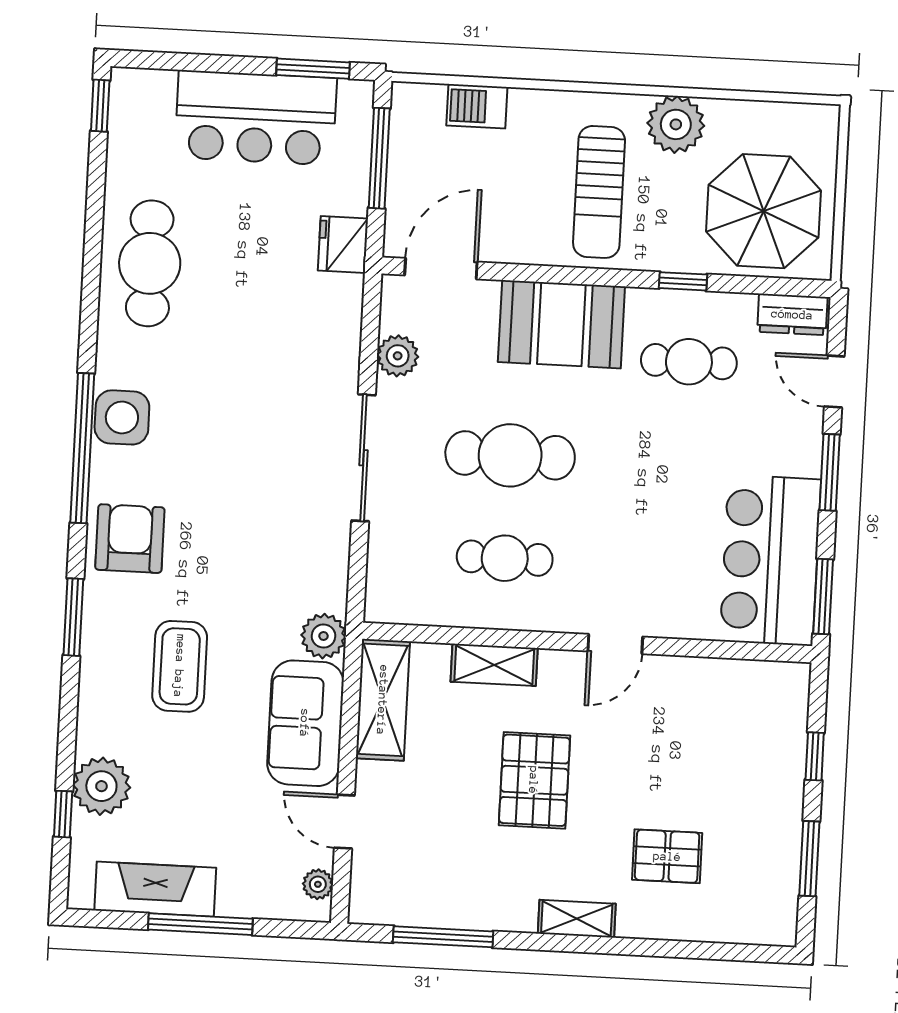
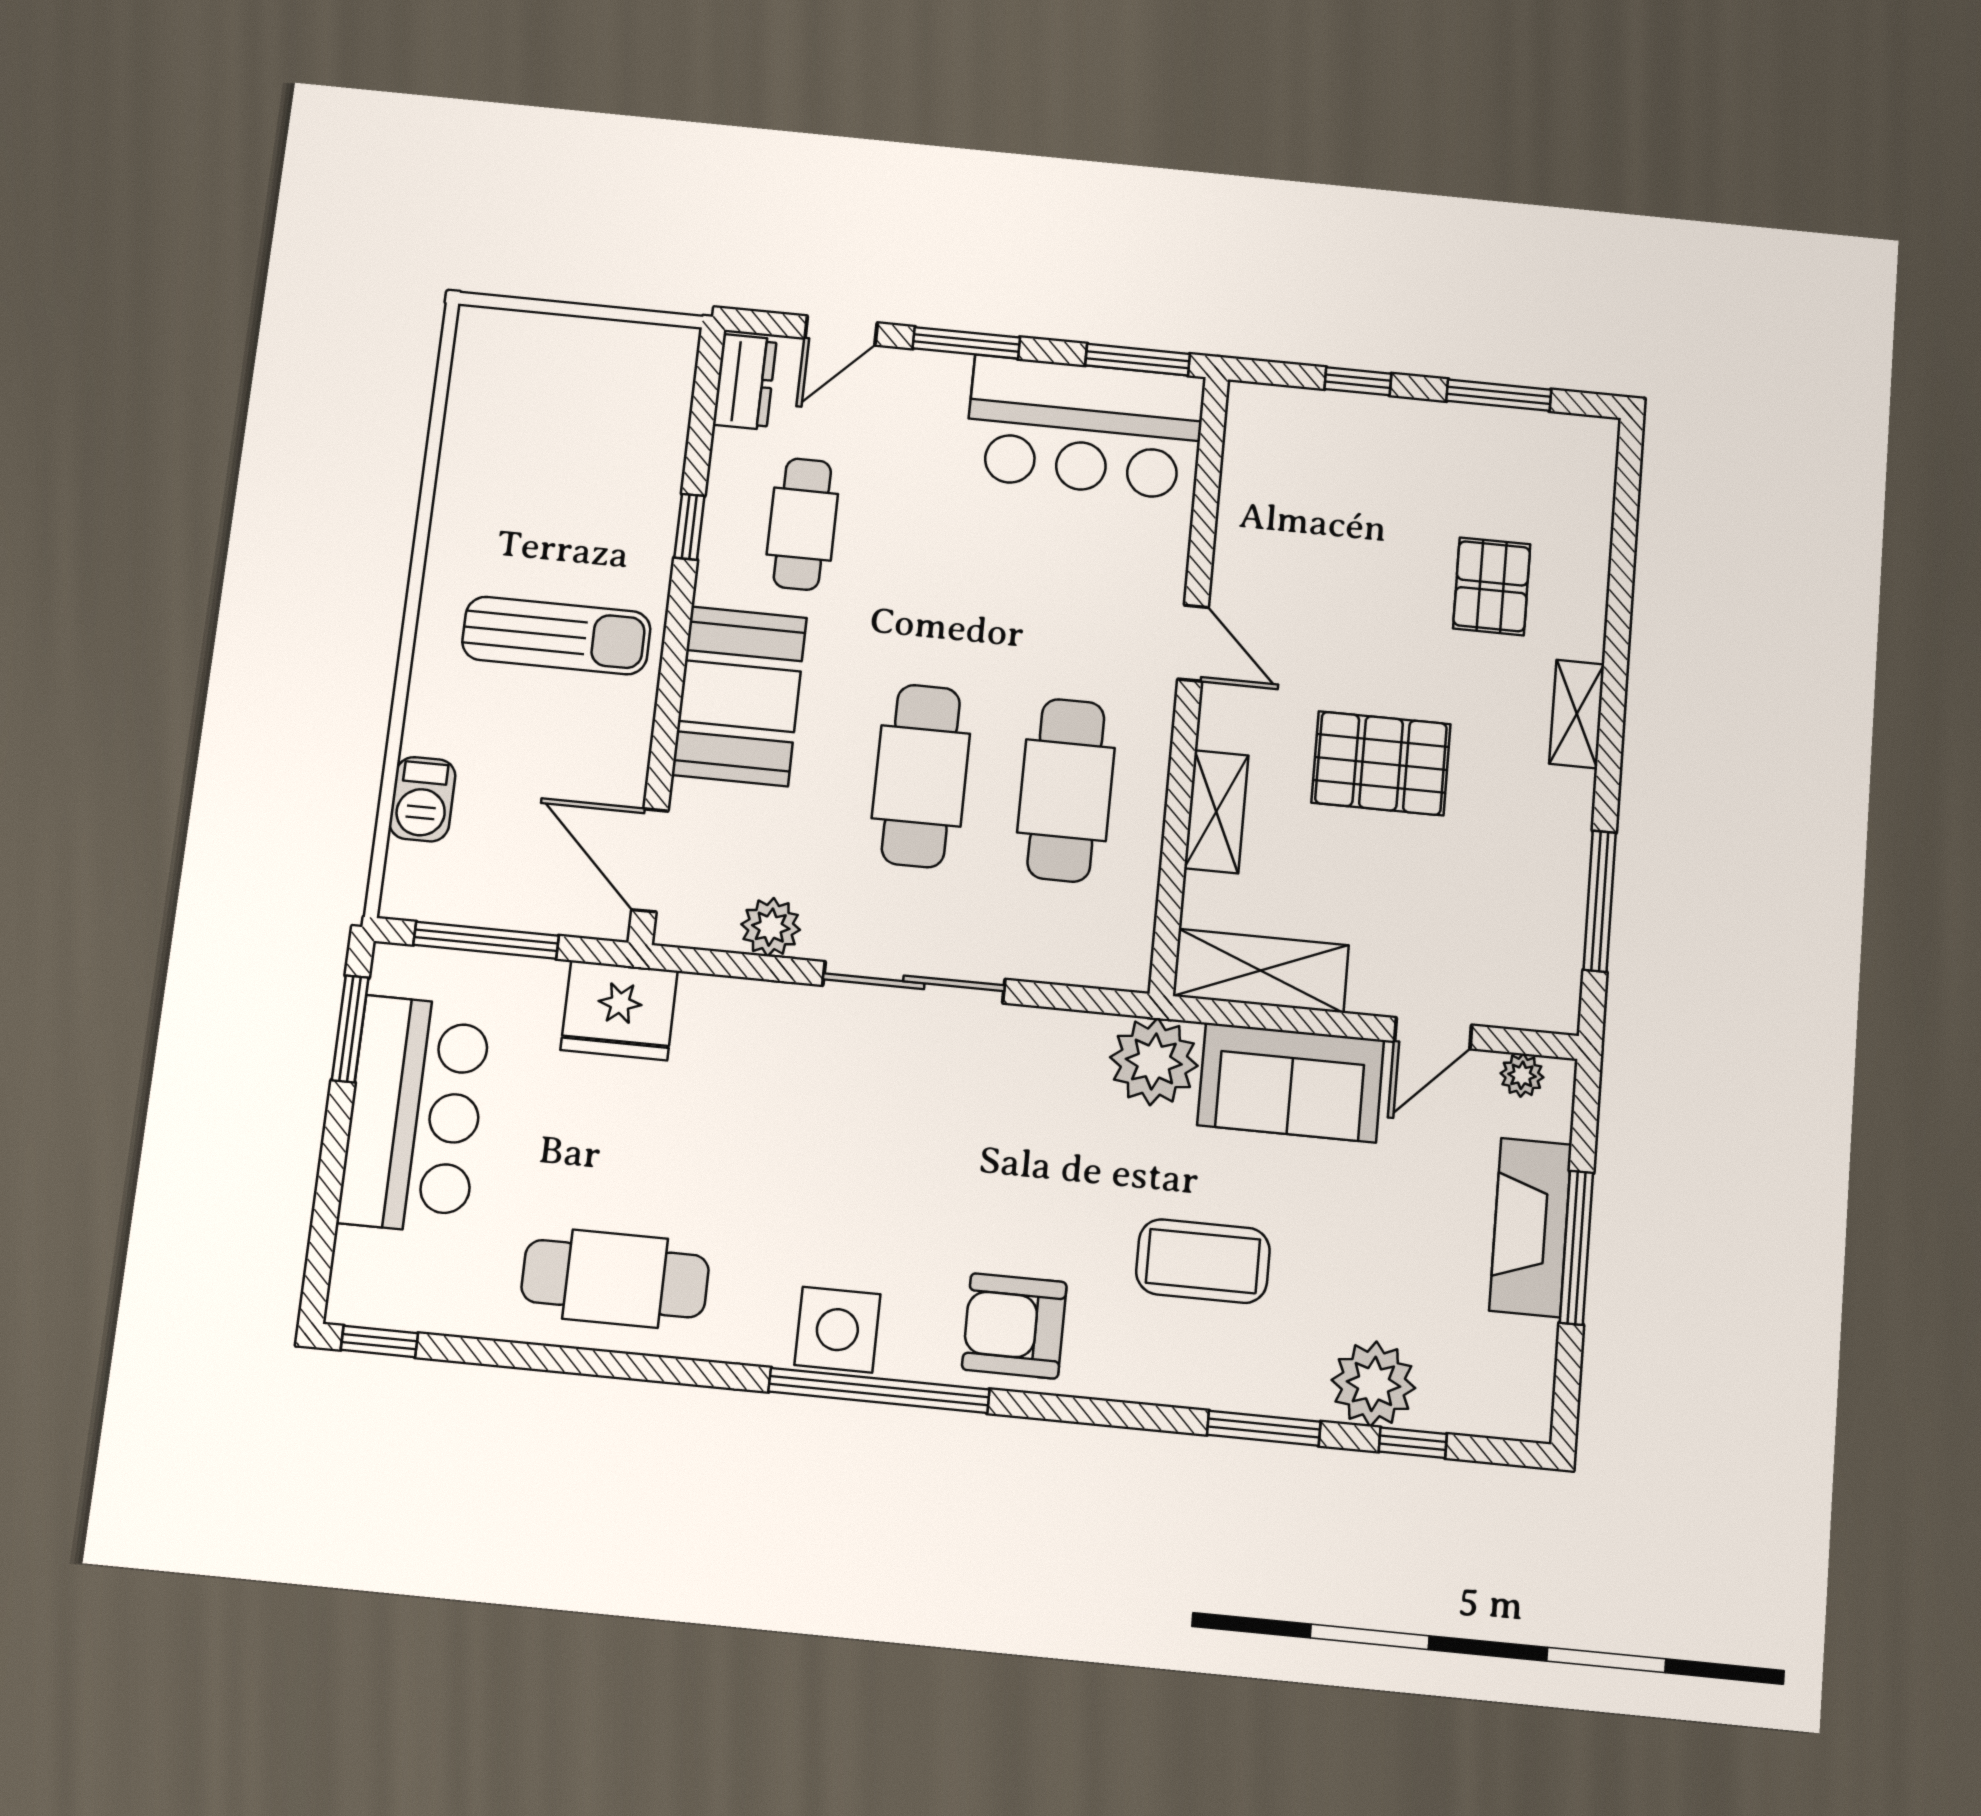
plant: (676, 124) -> (469, 526), removed
parasol: (764, 211) -> (599, 414), removed
fridge: (343, 245) -> (619, 1010), width x1.36, depth x1.34
cafe table: (505, 558) -> (1066, 790), width x1.37, depth x1.35
window: (73, 617) -> (1264, 1428), moved
plant: (324, 636) -> (1154, 1062), width x1.36, depth x1.36
fireplace: (155, 889) -> (1531, 1227), moved

